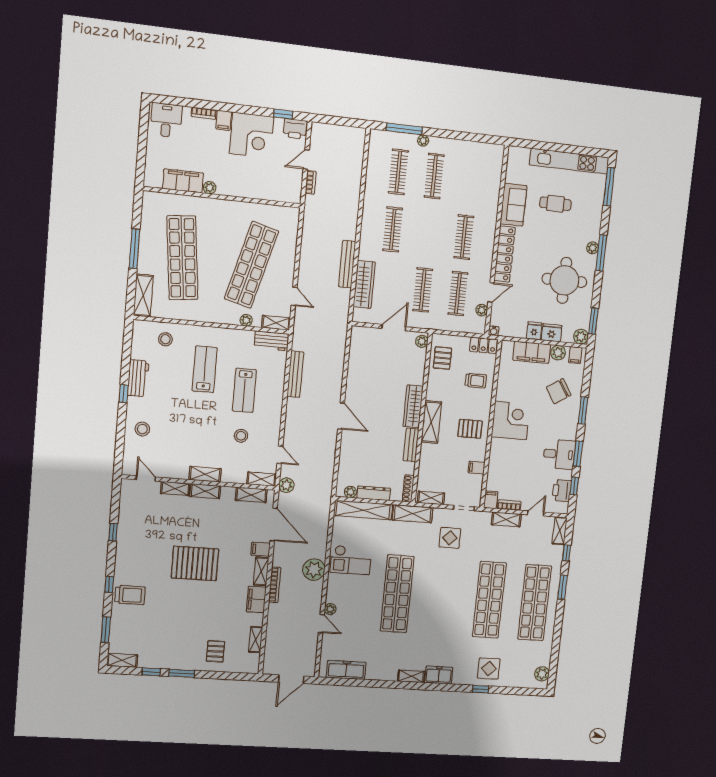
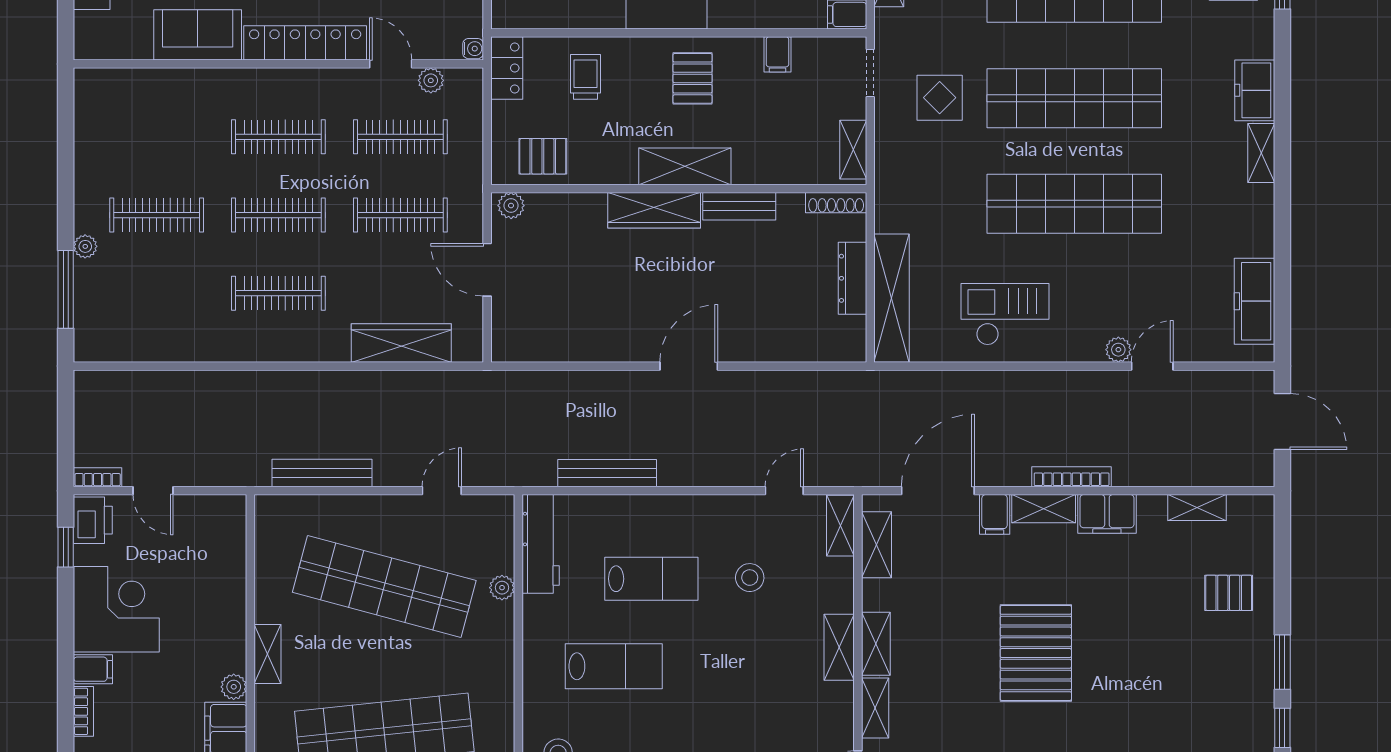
clothes rail: (398, 172) -> (278, 215), moved
bookcase: (311, 182) -> (98, 477), moved
bench: (347, 264) -> (322, 473), moved
shelving: (276, 323) -> (267, 654), moved
workbench: (271, 341) -> (541, 544), width x1.38
lab bench: (205, 369) -> (614, 666), turned 180
plant: (286, 485) -> (849, 471), removed
plant: (350, 492) -> (854, 330), removed
shelving: (413, 514) -> (892, 187), removed
checkout: (351, 560) -> (1005, 314), turned -90
plant: (314, 570) -> (1032, 394), removed
shop shelf: (443, 597) -> (1074, 98), added

